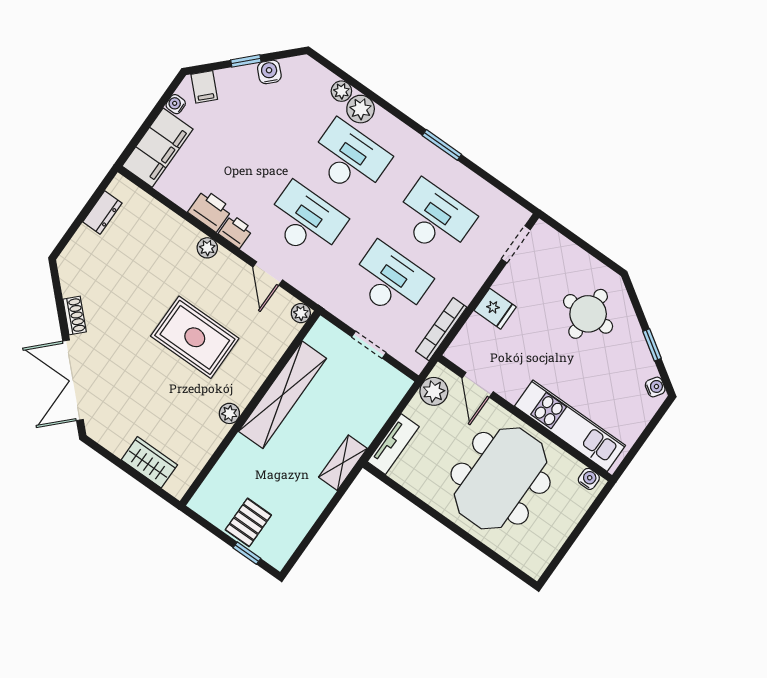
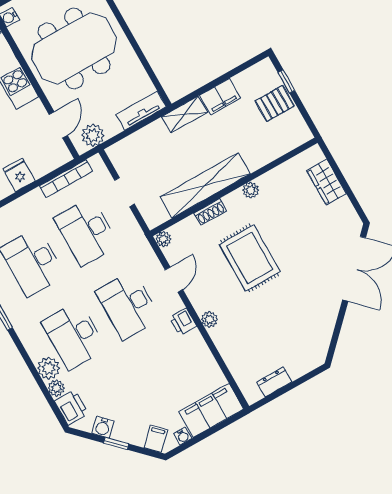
printer: (210, 210) -> (71, 407), moved, turned 180
shoe rack: (75, 315) -> (210, 212), moved, turned -135
filing cabinet: (313, 502) -> (220, 97), added

